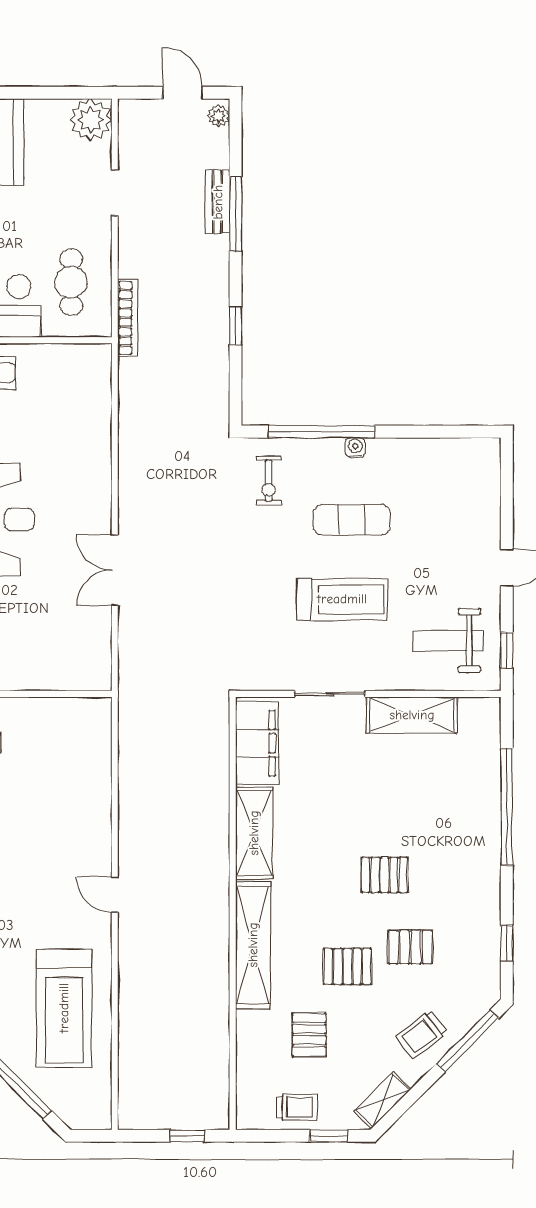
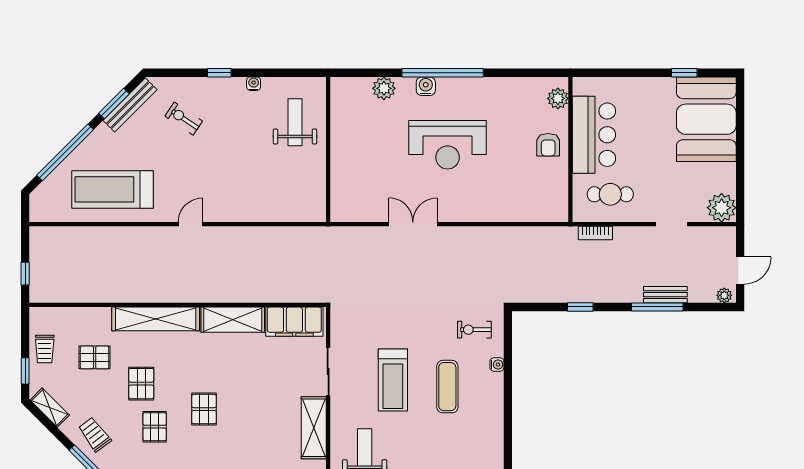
bookcase: (128, 318) -> (595, 233), width x0.64
window: (321, 432) -> (508, 366), removed
water cooler: (355, 448) -> (497, 365), moved

